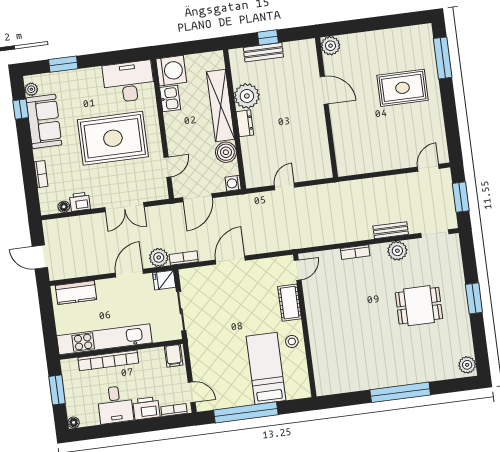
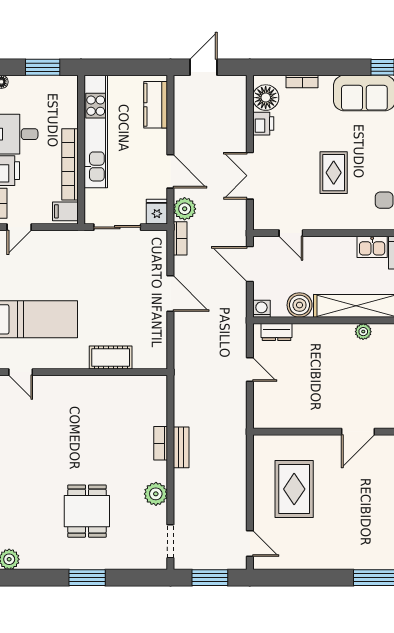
rug: (402, 88) -> (294, 489), moved
plant: (247, 96) -> (363, 332), width x0.53, depth x0.53
dresser: (245, 123) -> (277, 332), moved
rug: (113, 138) -> (334, 173), width x0.54, depth x0.49
floor lamp: (64, 207) -> (266, 98), width x1.89, depth x1.89
bench: (391, 230) -> (181, 447), moved
door: (298, 270) -> (21, 372), moved
stool: (292, 341) -> (64, 354), removed
bookcase: (108, 360) -> (70, 164), moved

